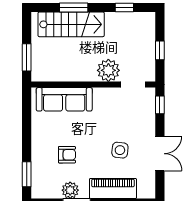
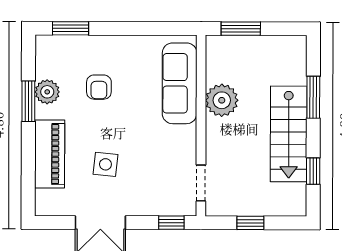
stairs: (71, 24) -> (289, 134), moved
plant: (108, 70) -> (222, 100), moved

